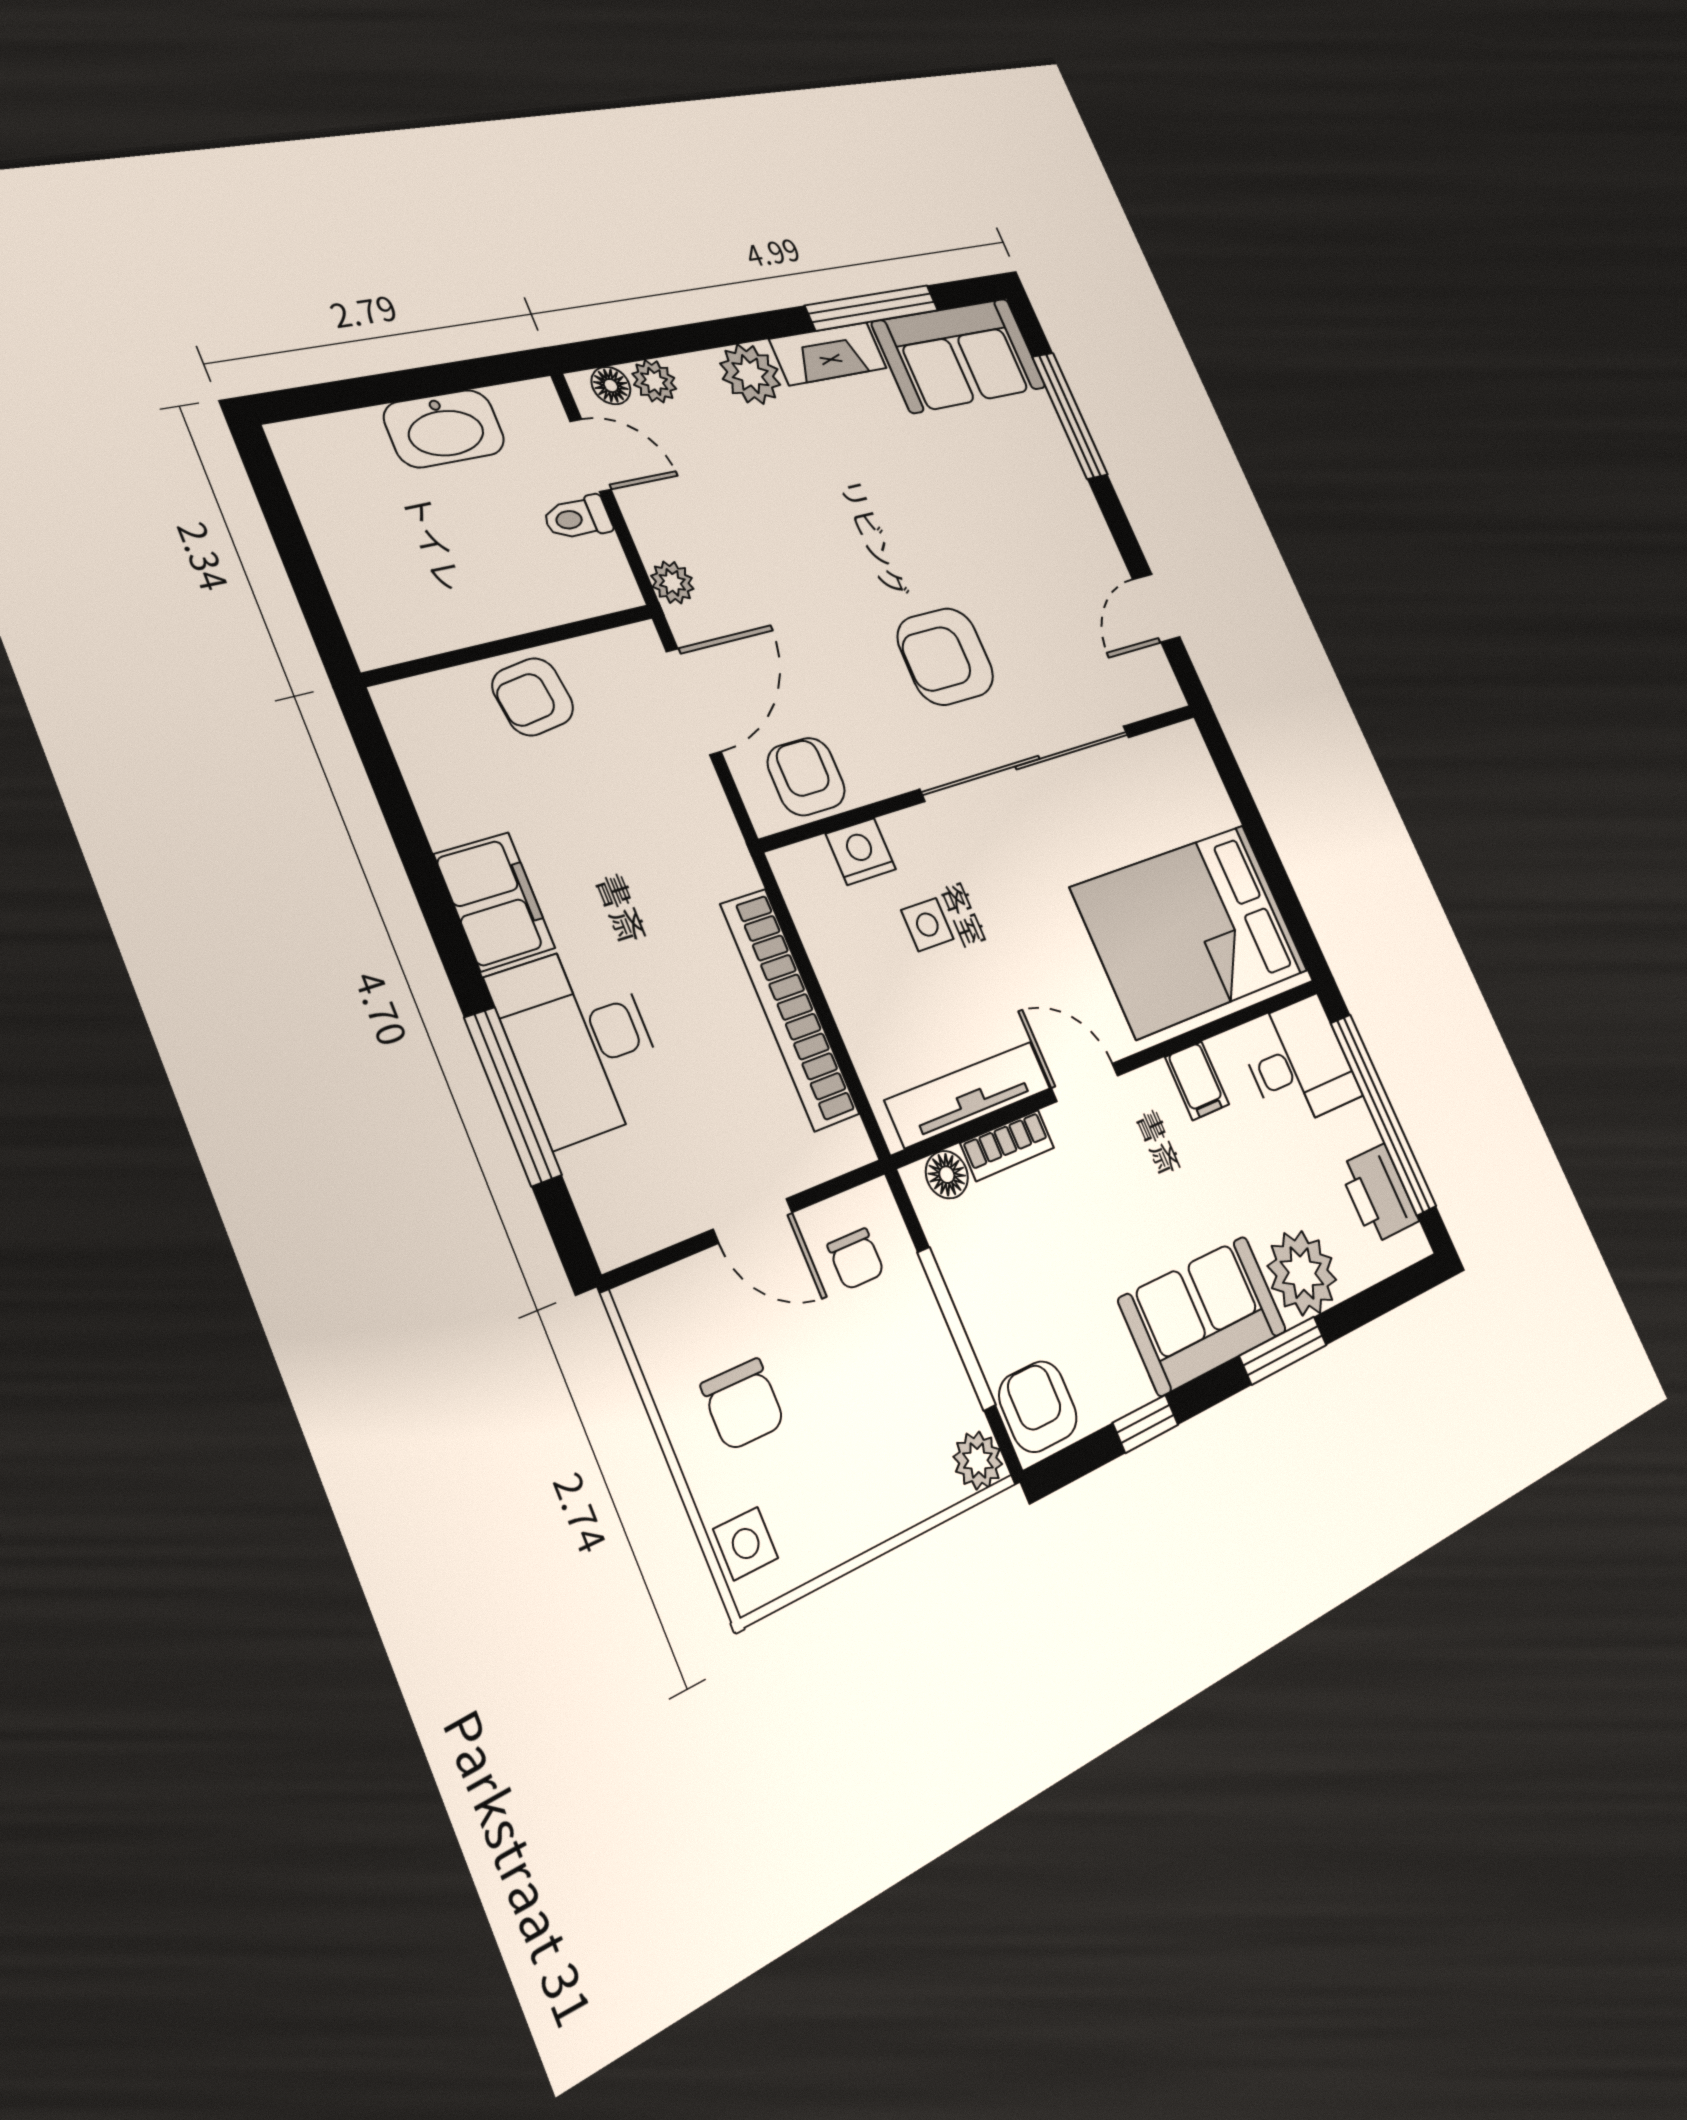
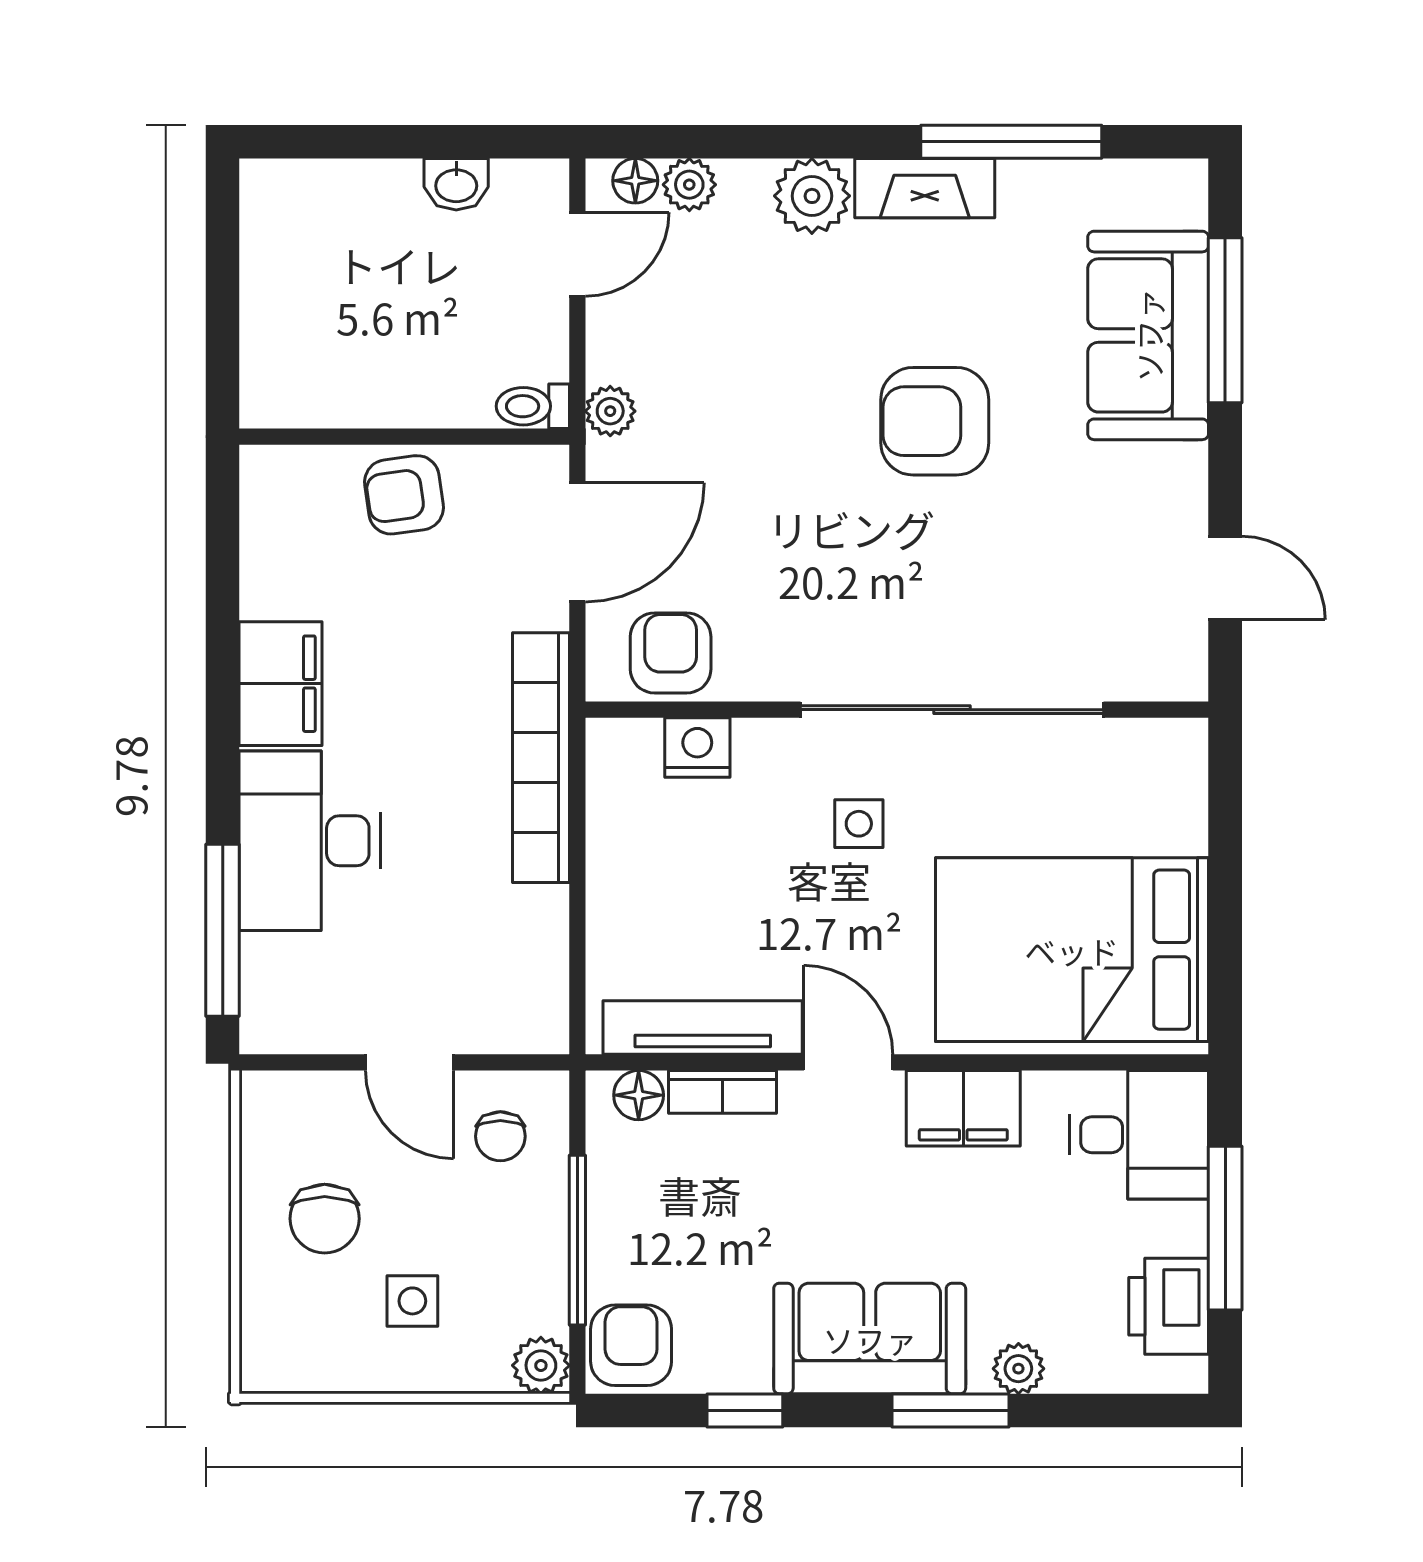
sofa: (960, 355) -> (1148, 335), moved, turned 90
washbasin: (444, 429) -> (456, 184), width x0.52, depth x0.69
door: (590, 455) -> (577, 254), hinge flipped
toilet: (577, 518) -> (533, 406), moved
door: (1156, 608) -> (1225, 578), swing flipped
armchair: (945, 656) -> (935, 421), moved
side table: (927, 925) -> (859, 824), moved
bookcase: (790, 1009) -> (541, 758), moved
filing cabinet: (1197, 1081) -> (963, 1108), width x2.00
window: (513, 1096) -> (223, 930), moved
window: (1383, 1114) -> (1225, 1228), width x0.68
plant: (1302, 1273) -> (1018, 1369), width x0.53, depth x0.53
side table: (746, 1544) -> (412, 1301), moved

